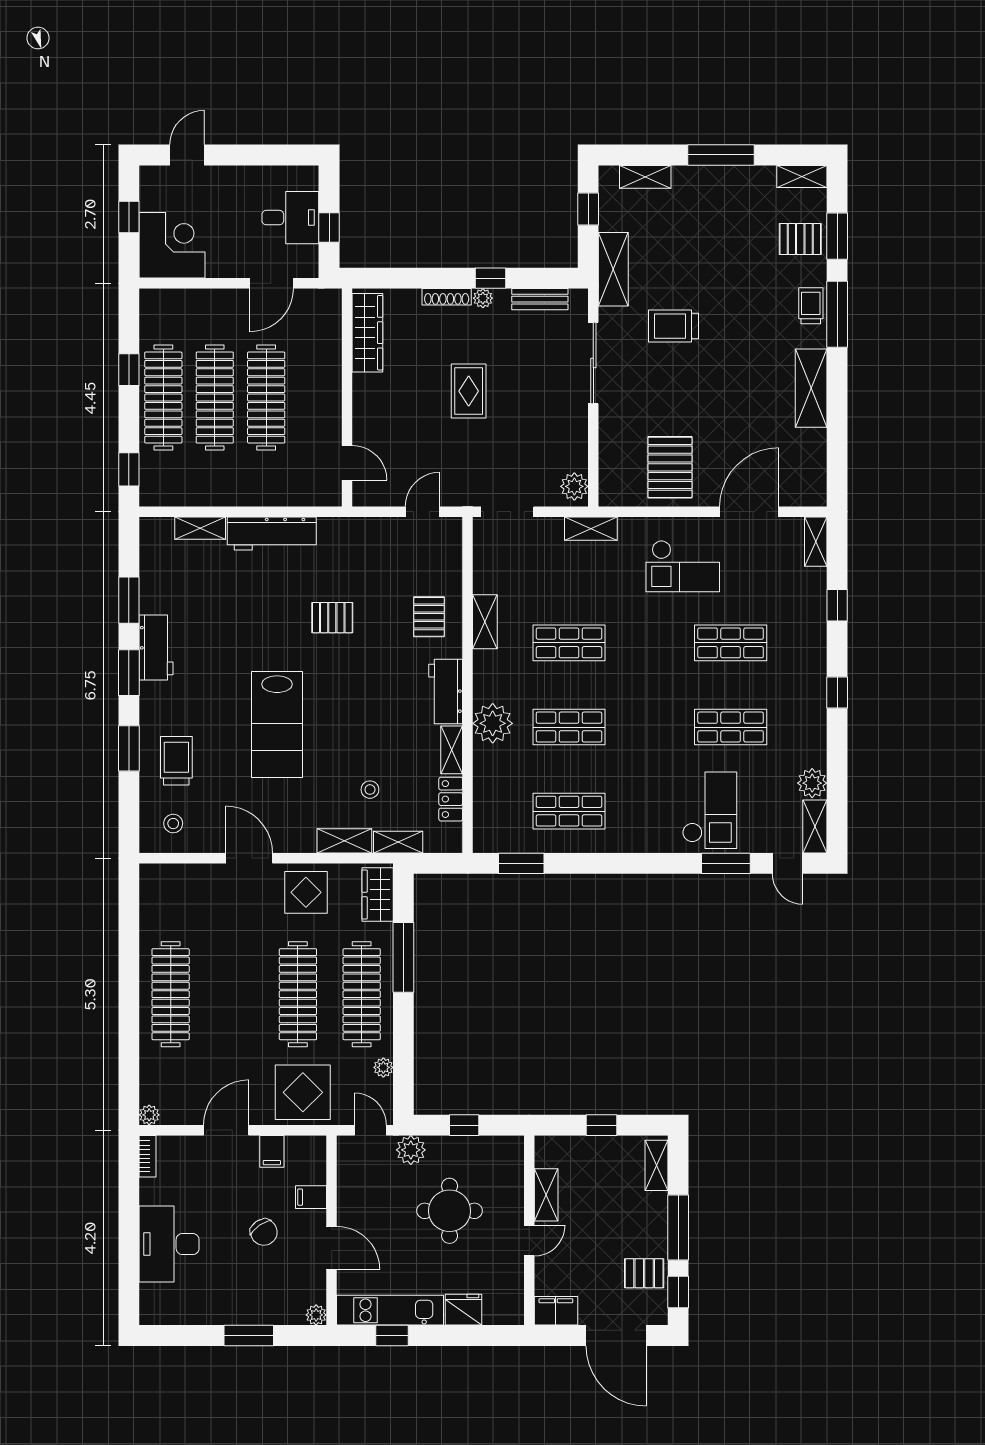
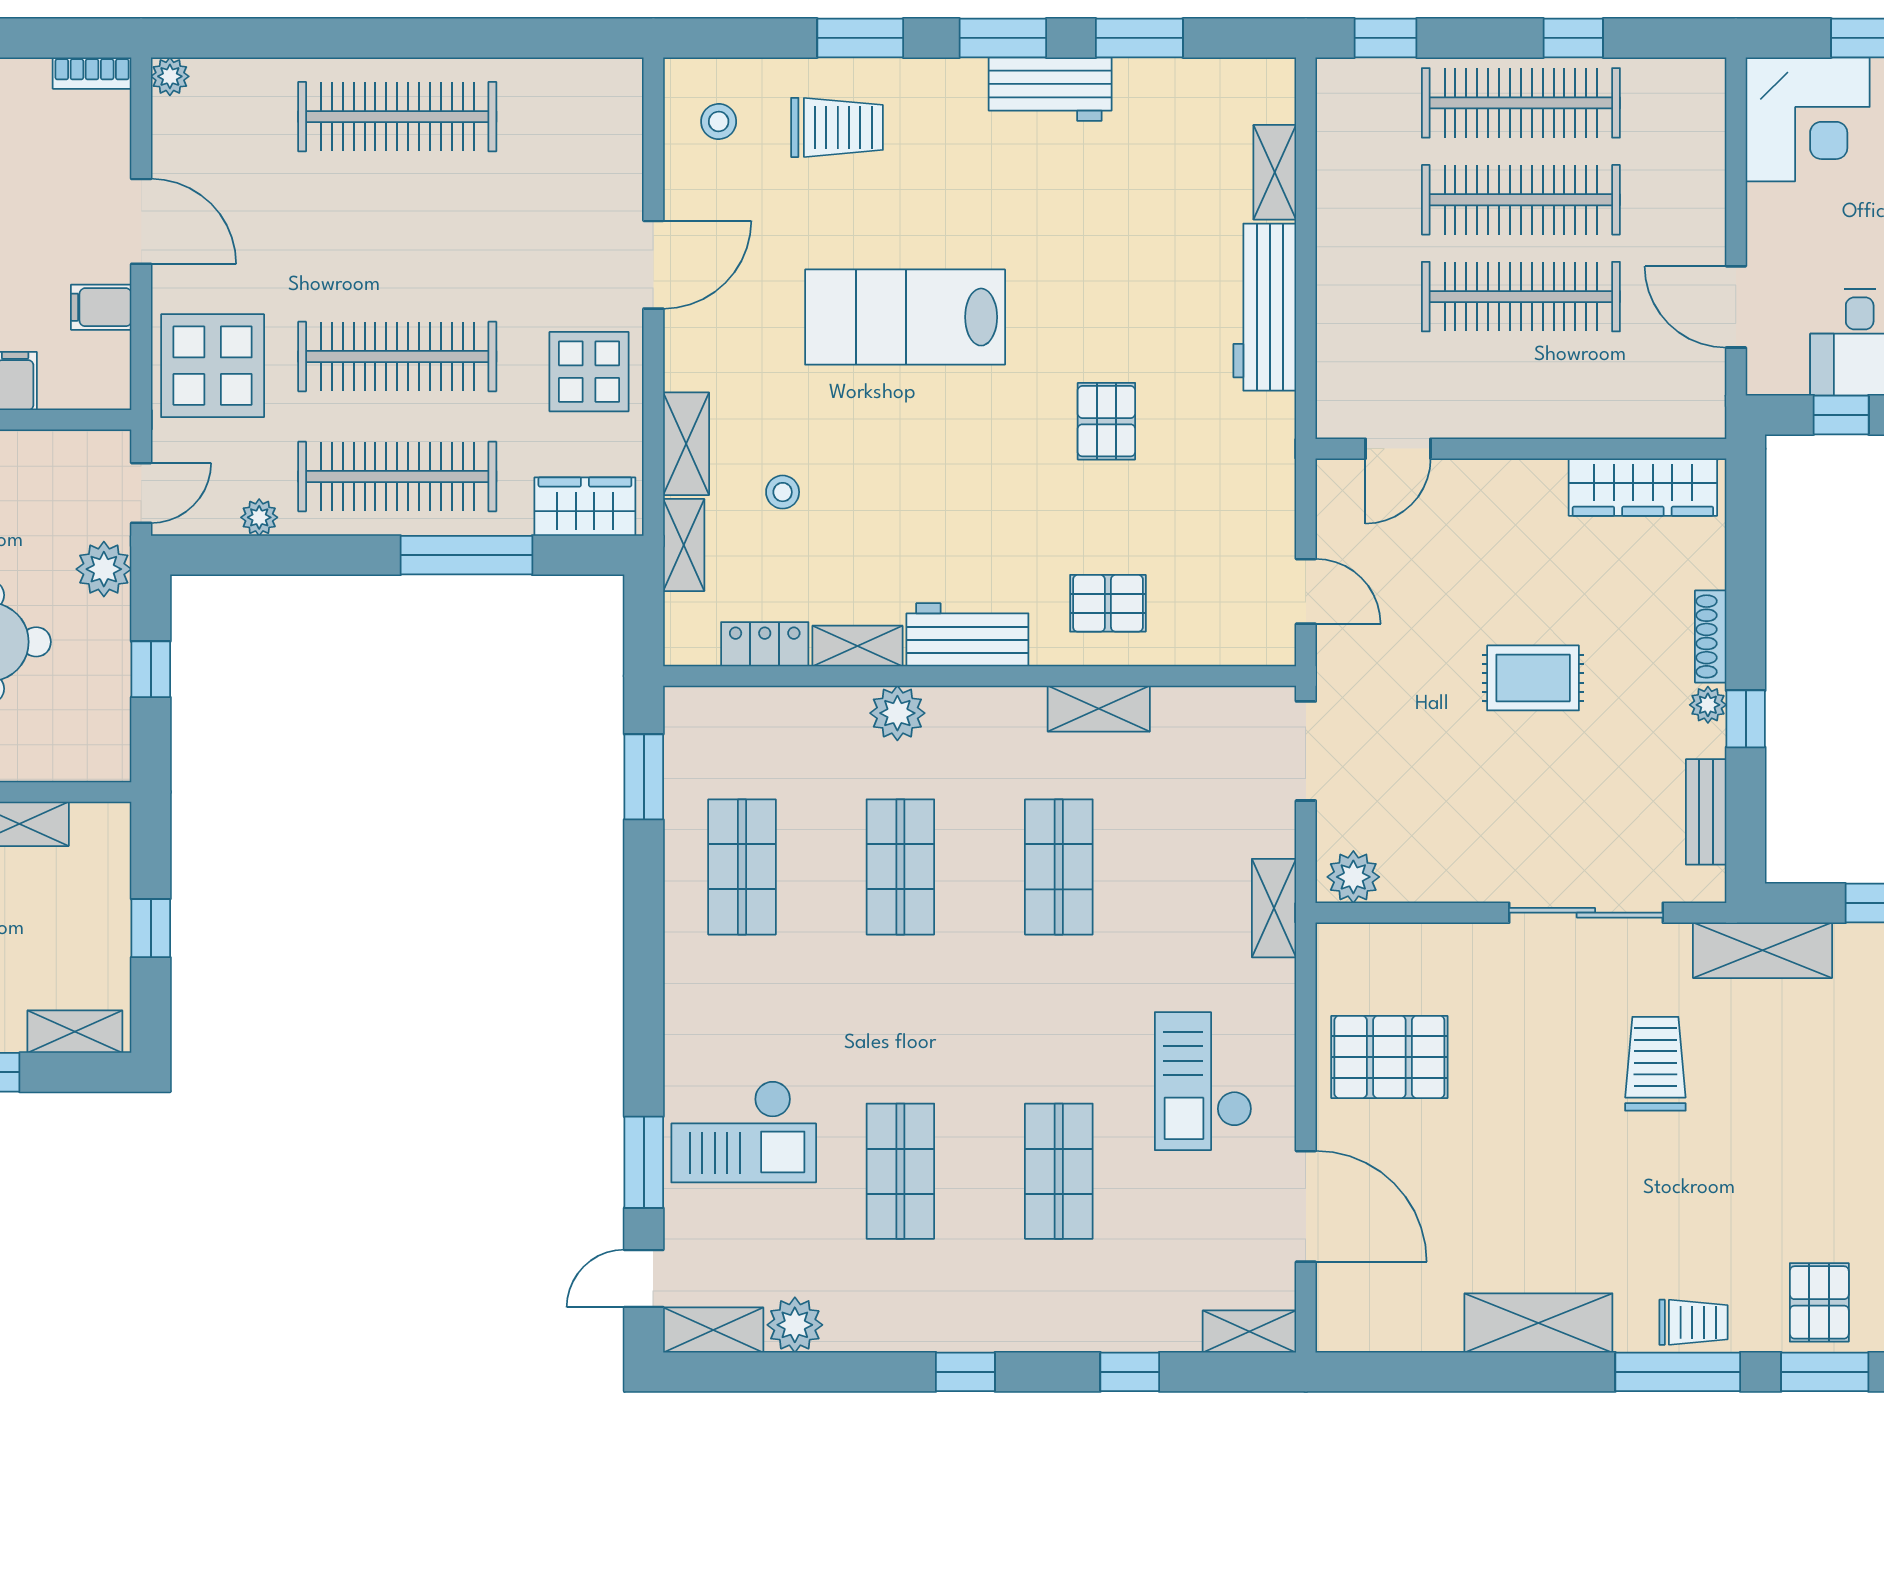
plant: (493, 723) -> (897, 713), width x0.73, depth x0.73

